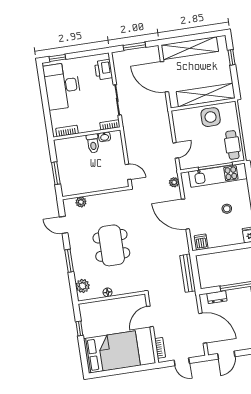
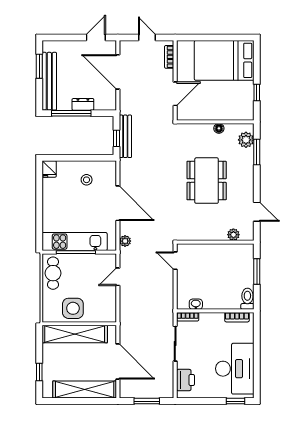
toilet: (93, 143) -> (247, 299), moved
stool: (227, 209) -> (87, 180), moved
dishwasher: (201, 242) -> (105, 169), removed
window: (69, 261) -> (257, 152), moved
window: (195, 270) -> (116, 138), added
dresser: (217, 297) -> (83, 104), moved

